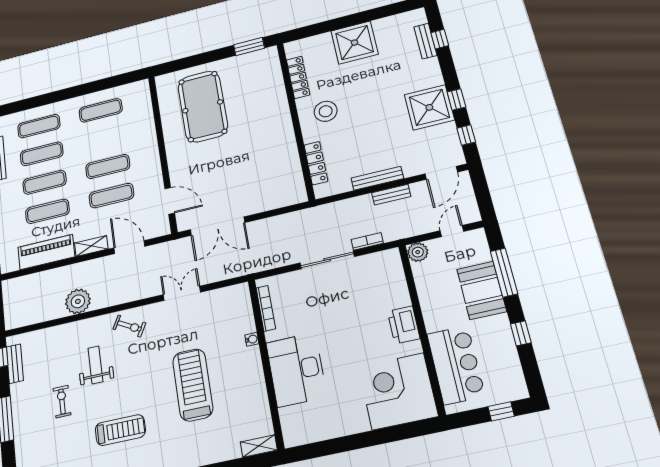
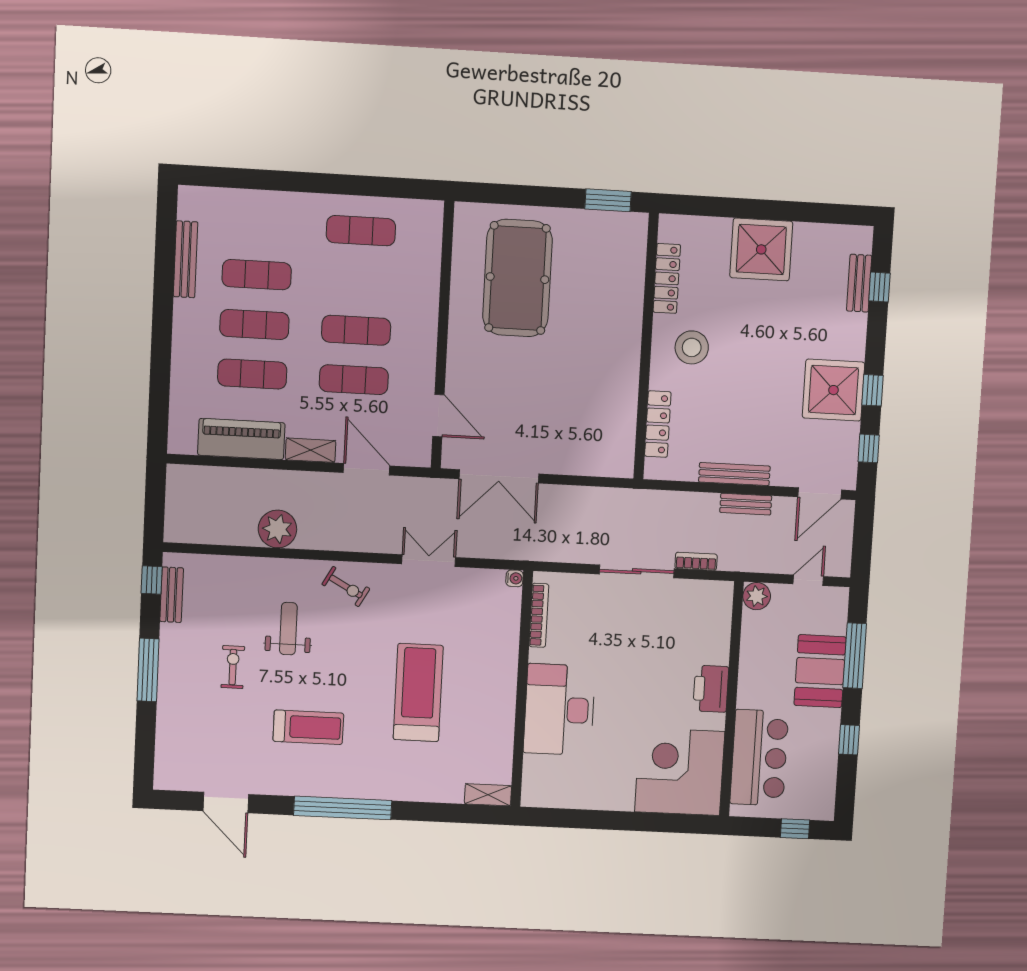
exercise mat: (39, 126) -> (259, 225), removed
water cooler: (252, 339) -> (515, 578), moved

